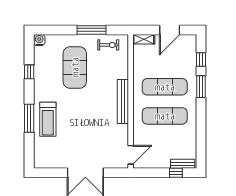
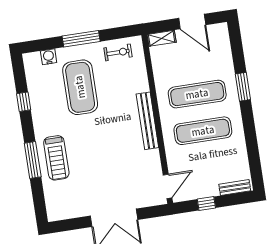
window: (92, 30) -> (81, 39), moved
door: (170, 30) -> (192, 22), hinge flipped
water cooler: (39, 40) -> (49, 57), moved
window: (201, 59) -> (238, 53), removed
window: (176, 173) -> (206, 204), moved

